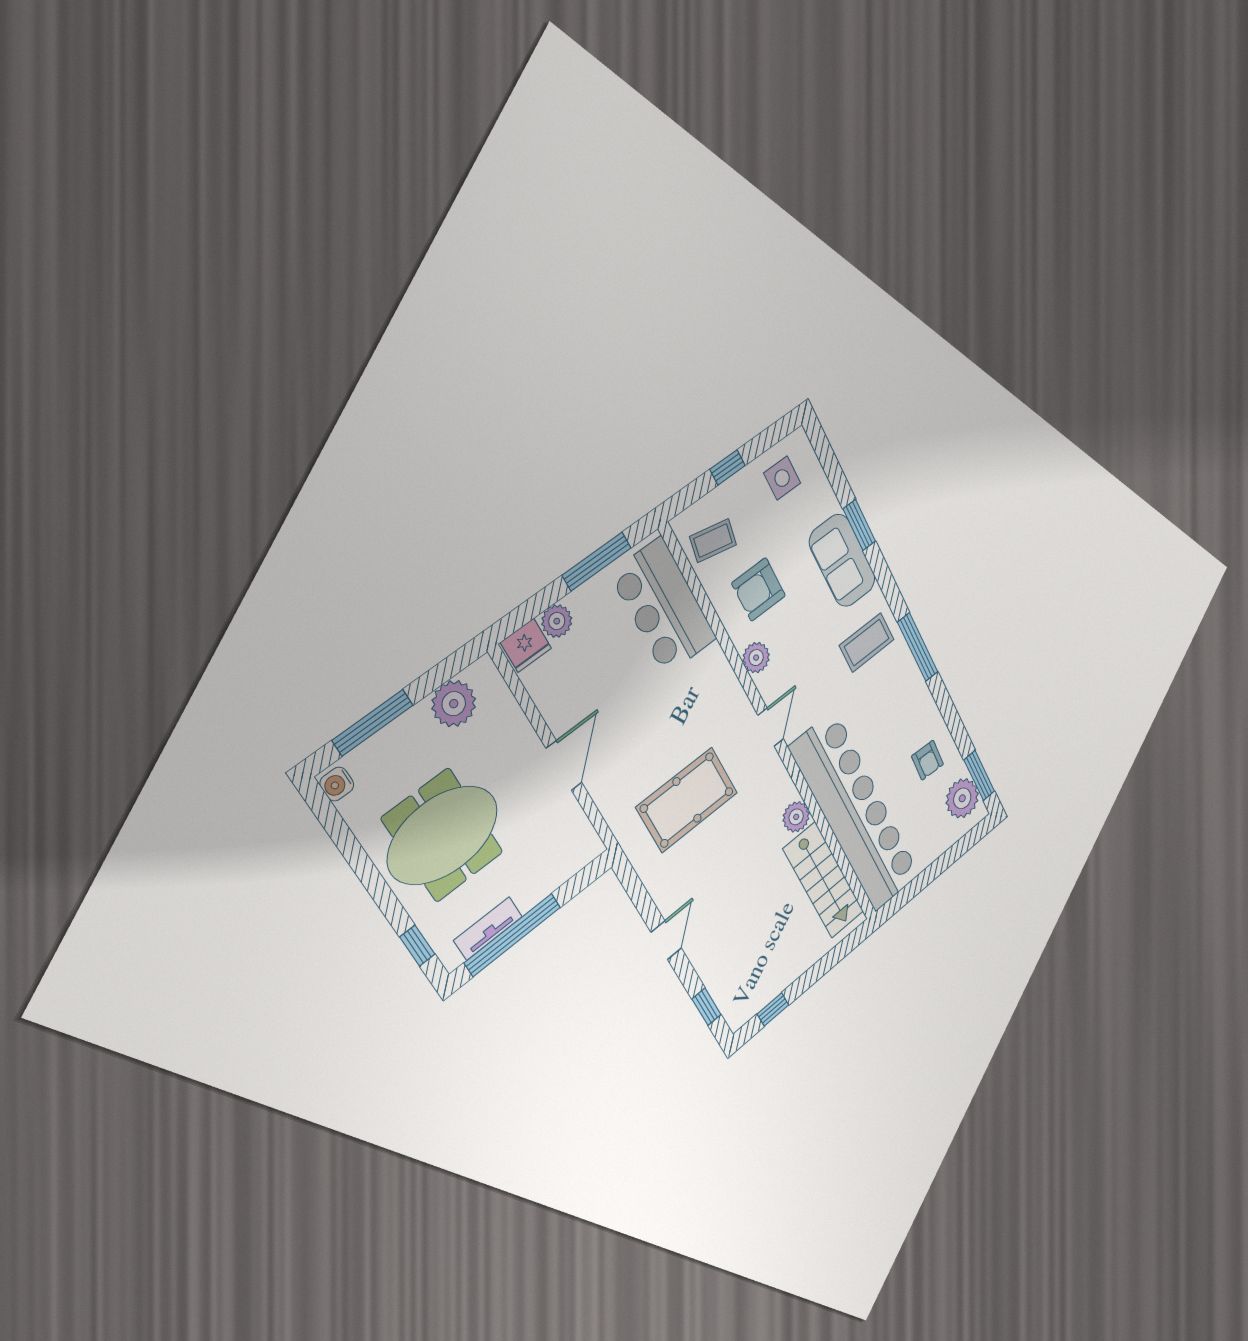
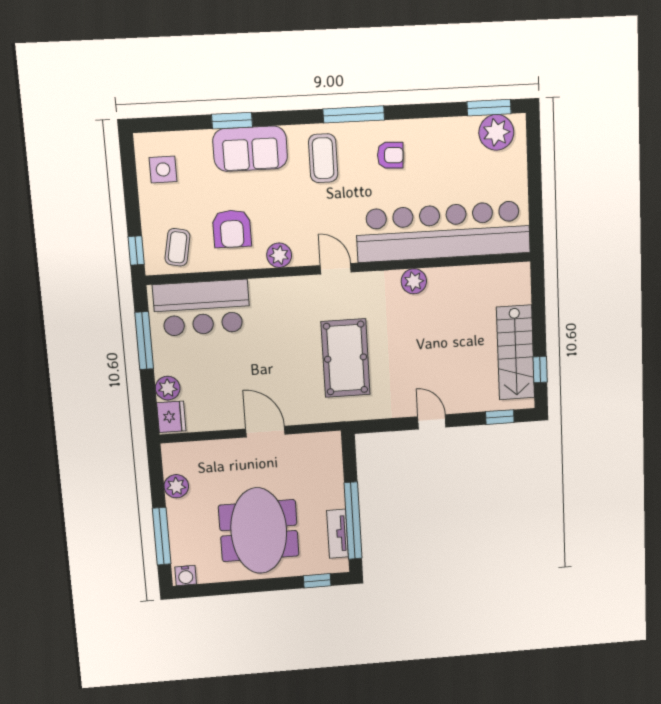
window: (727, 467) -> (136, 250), moved
plant: (454, 704) -> (176, 486), width x0.73, depth x0.73
armchair: (928, 760) -> (390, 155), moved
stairs: (824, 880) -> (516, 353), moved, turned 90

